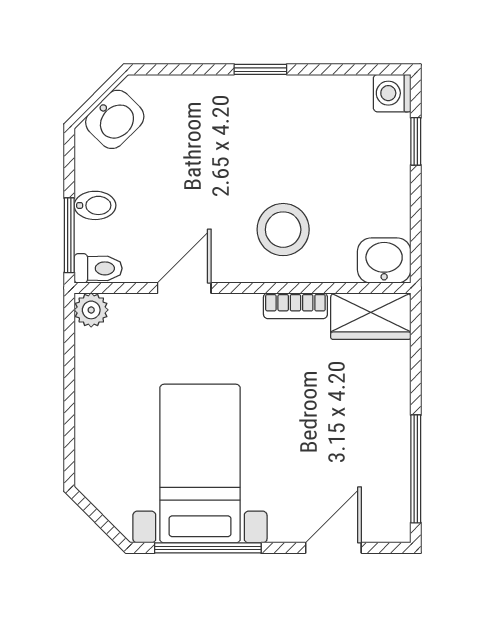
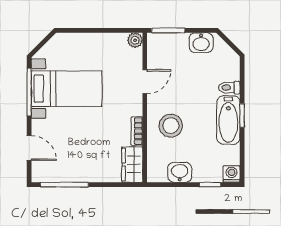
bathtub: (271, 100) -> (228, 120), added
washbasin: (115, 119) -> (201, 43), moved, turned -45
bidet: (95, 205) -> (182, 42), removed
washbasin: (384, 261) -> (180, 172), moved, turned -90
toilet: (98, 268) -> (229, 88), moved, turned 90
door: (184, 288) -> (145, 82), hinge flipped

